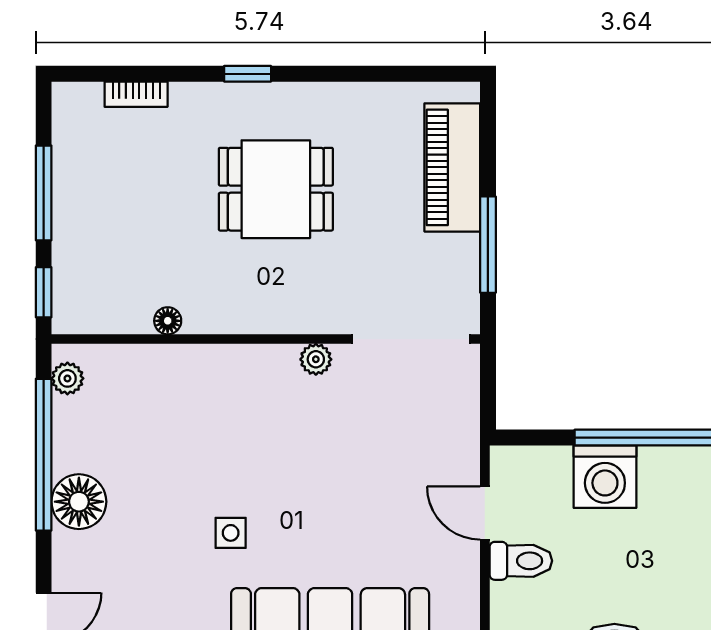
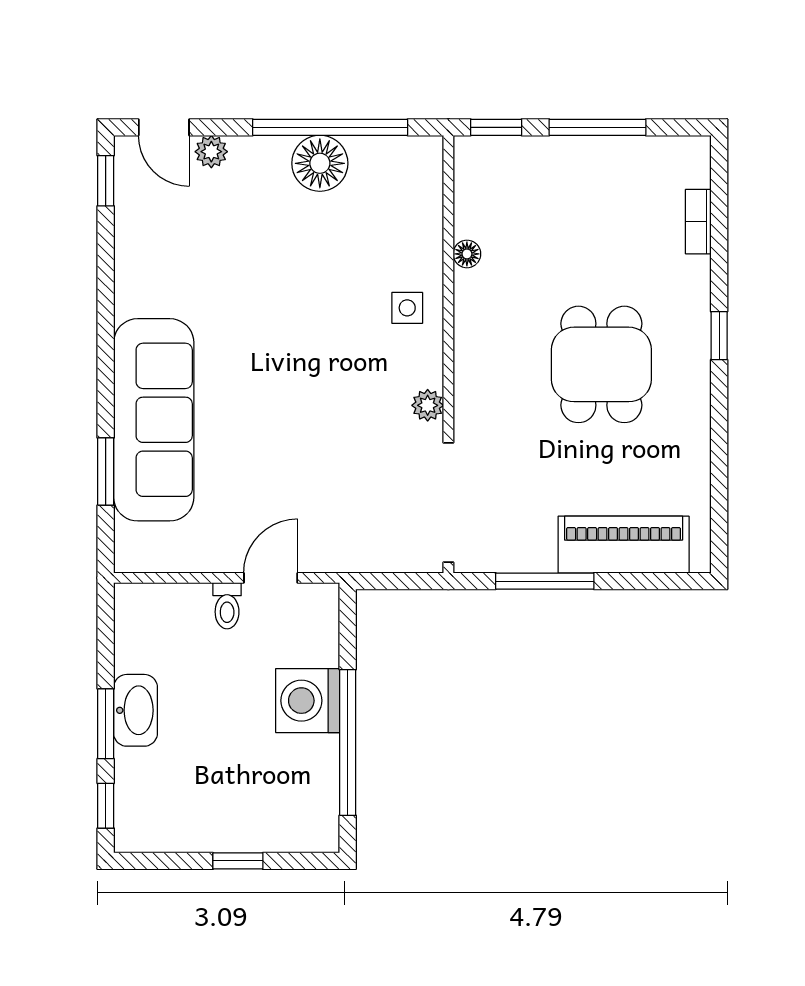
plant: (67, 378) -> (211, 152), moved
floor lamp: (79, 502) -> (320, 163), moved
side table: (231, 533) -> (407, 308), moved
toilet: (521, 561) -> (227, 606), width x0.73, depth x0.72

